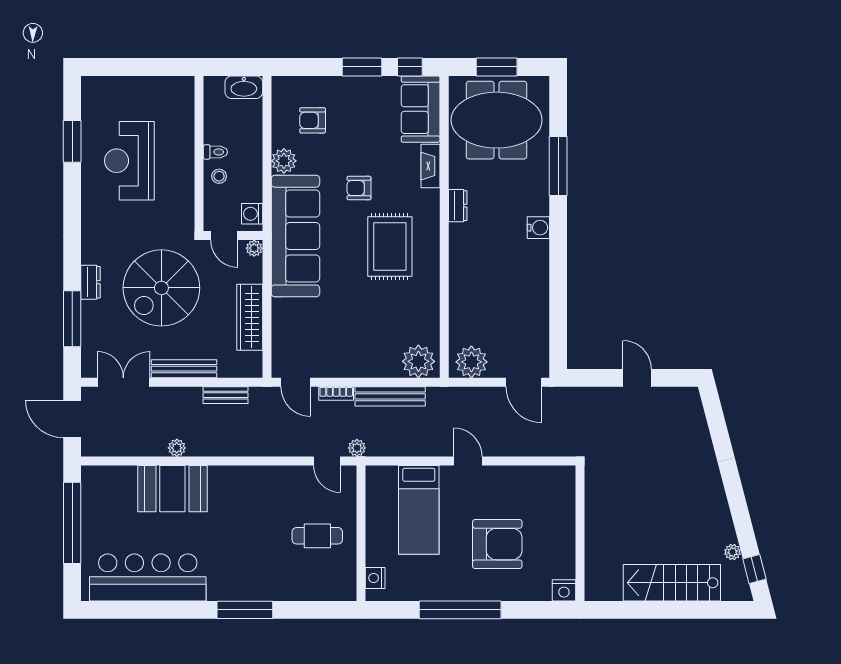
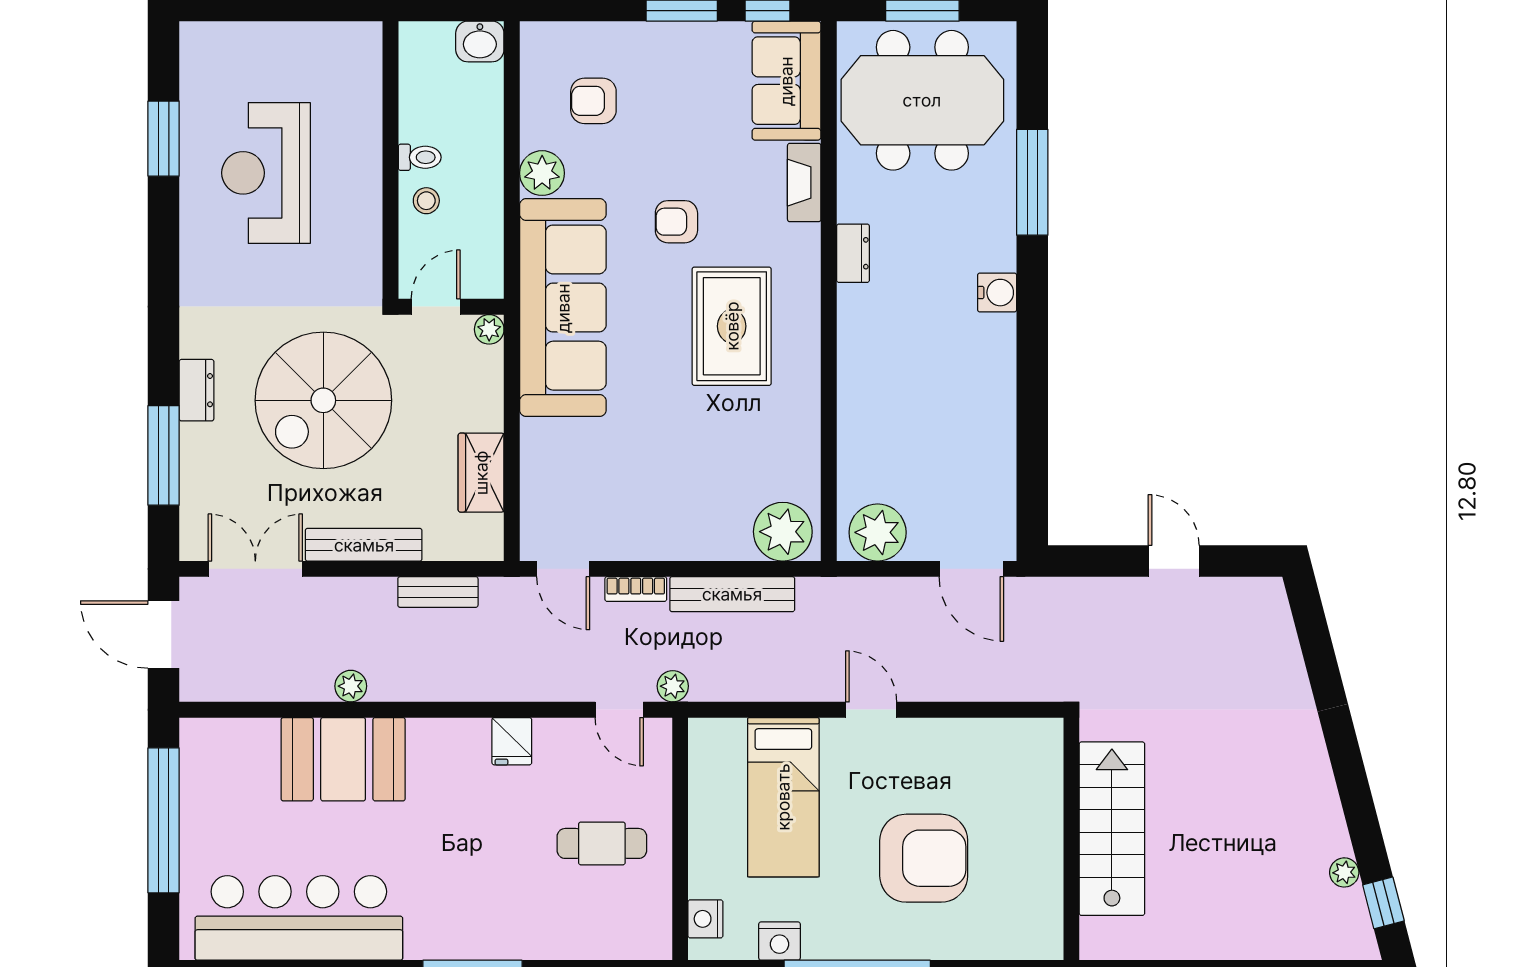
washbasin: (244, 87) -> (480, 41), width x0.72
washing machine: (252, 214) -> (485, 268), removed
door: (224, 236) -> (436, 307), swing flipped
wardrobe: (250, 317) -> (481, 473), width x0.67
fridge: (267, 479) -> (512, 741), added
stairs: (672, 583) -> (1112, 829), moved, turned 90
nightstand: (564, 590) -> (779, 941), moved

